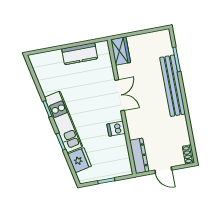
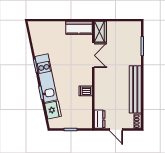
kitchen counter: (80, 54) -> (79, 28), moved
bench: (172, 86) -> (135, 89), moved
double door: (120, 95) -> (93, 55), moved
dresser: (139, 156) -> (100, 119), width x0.70

